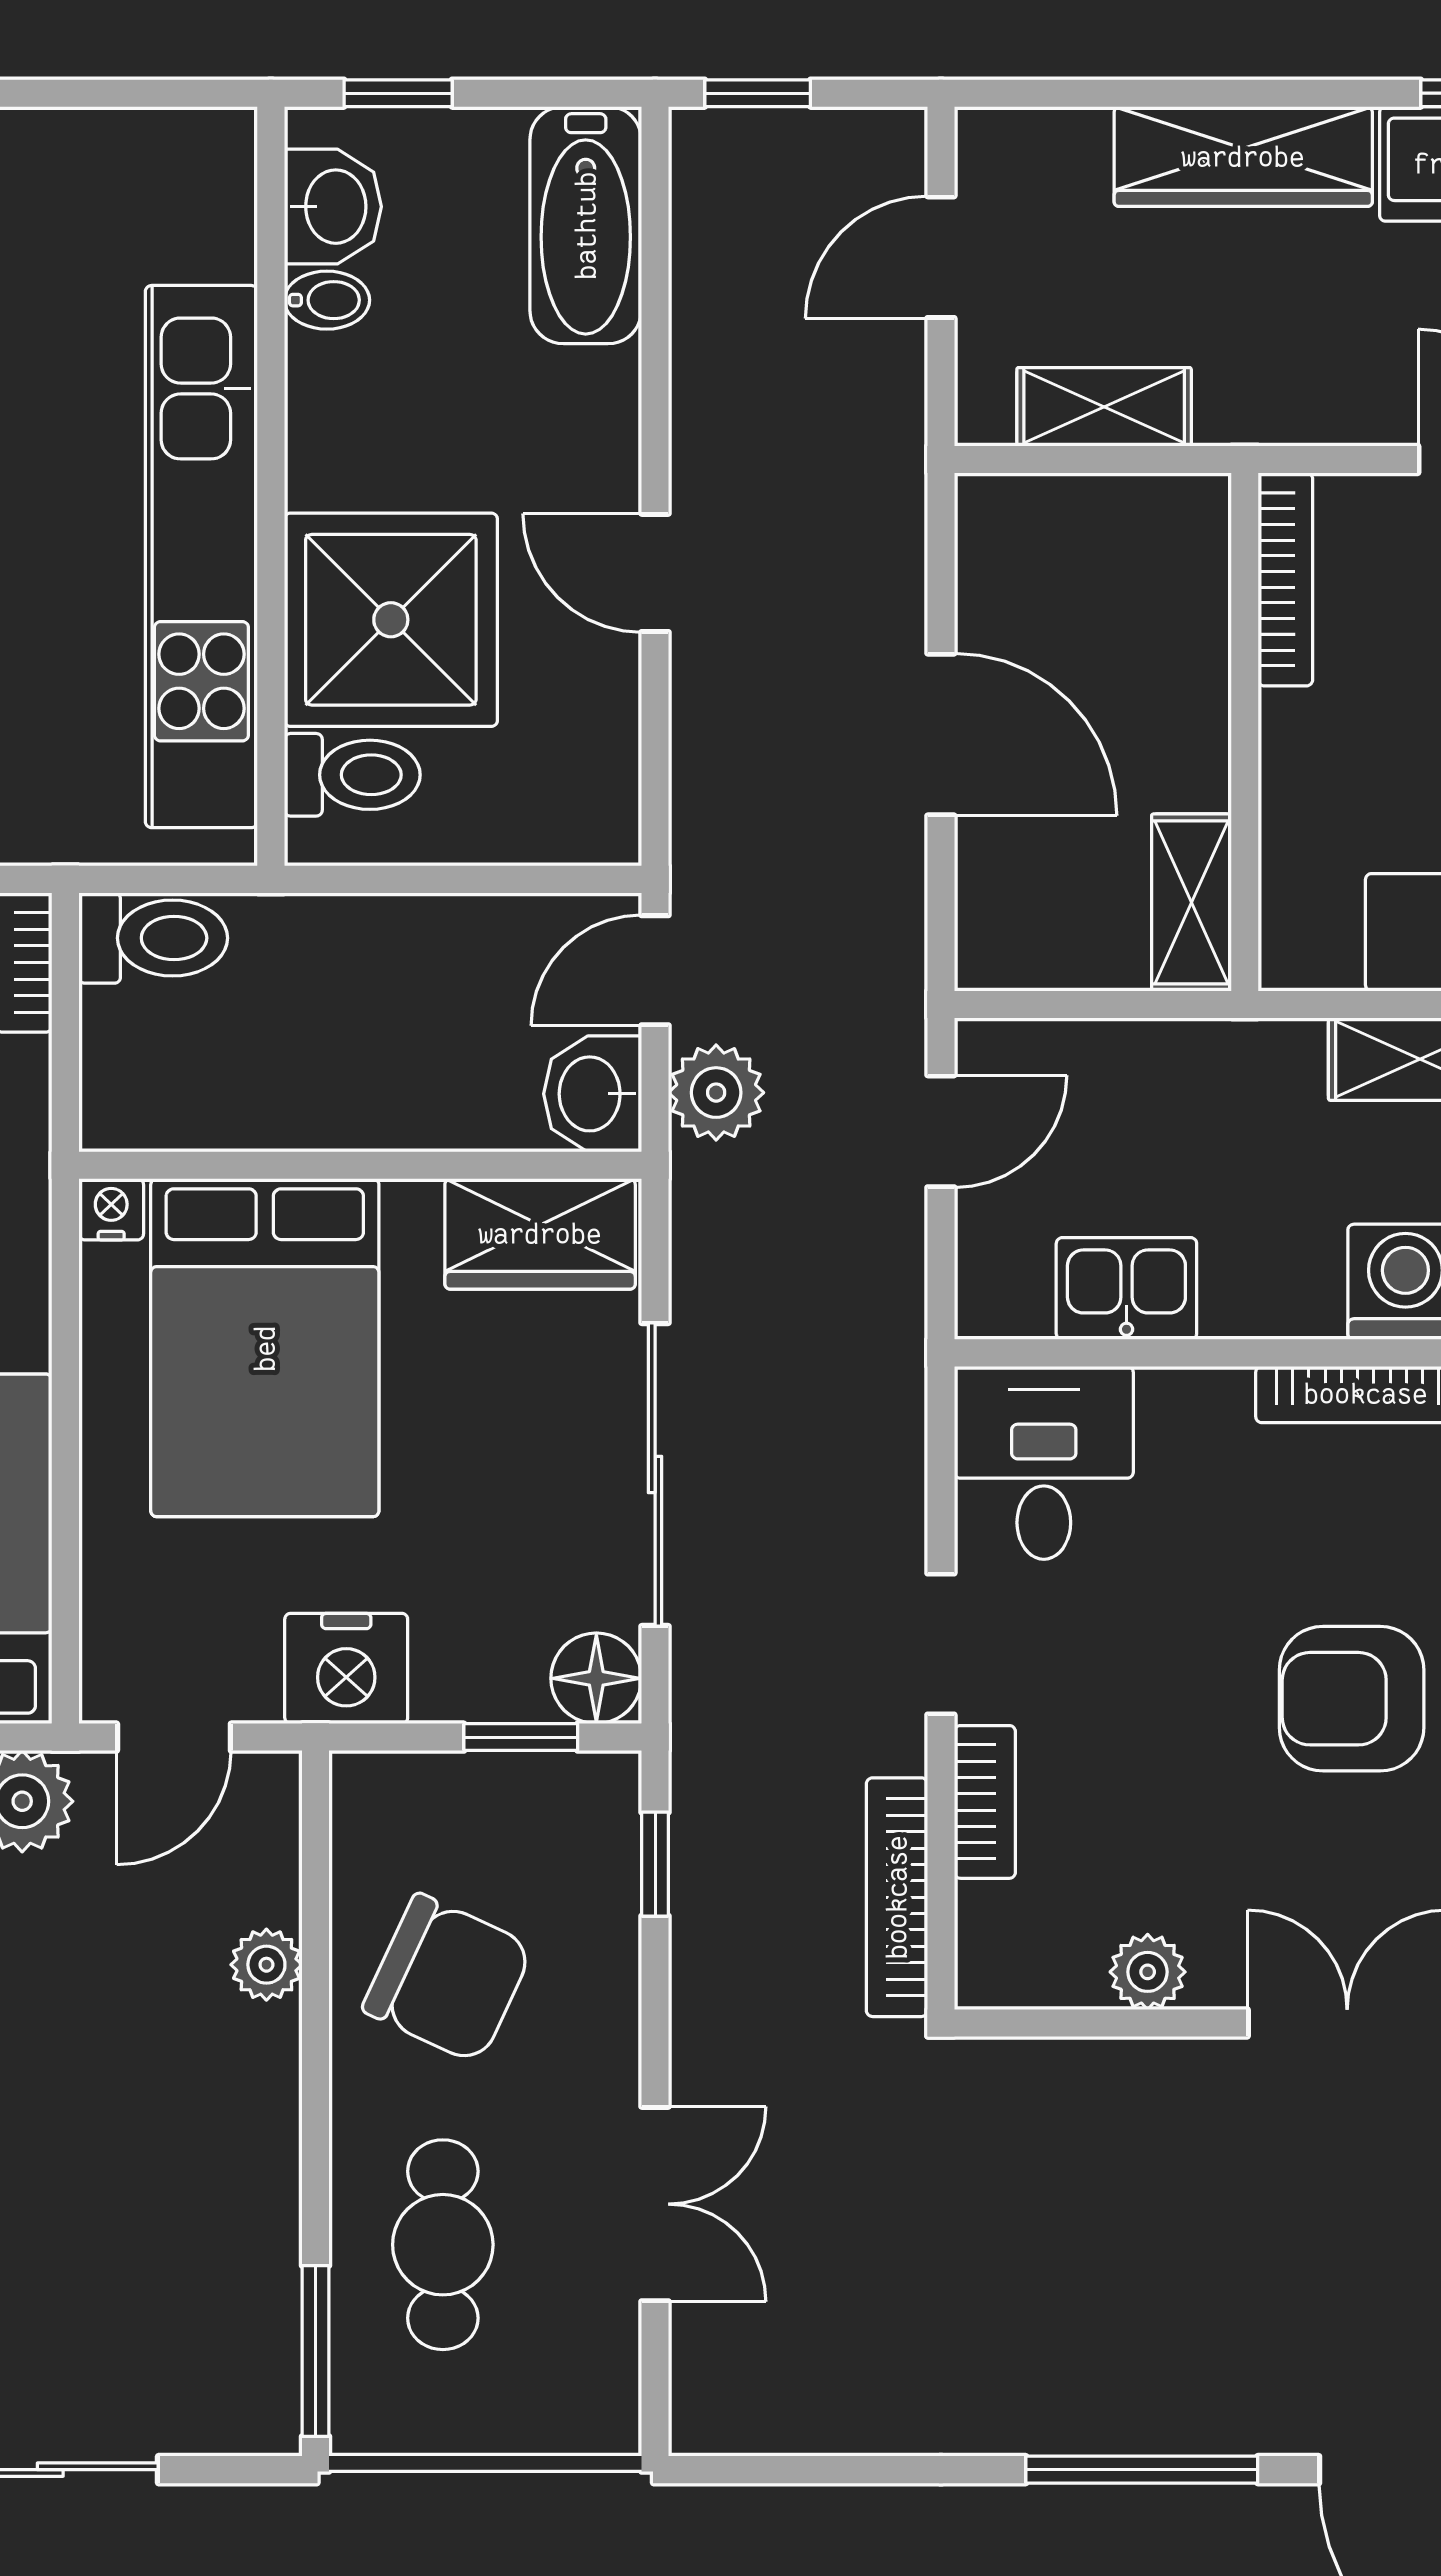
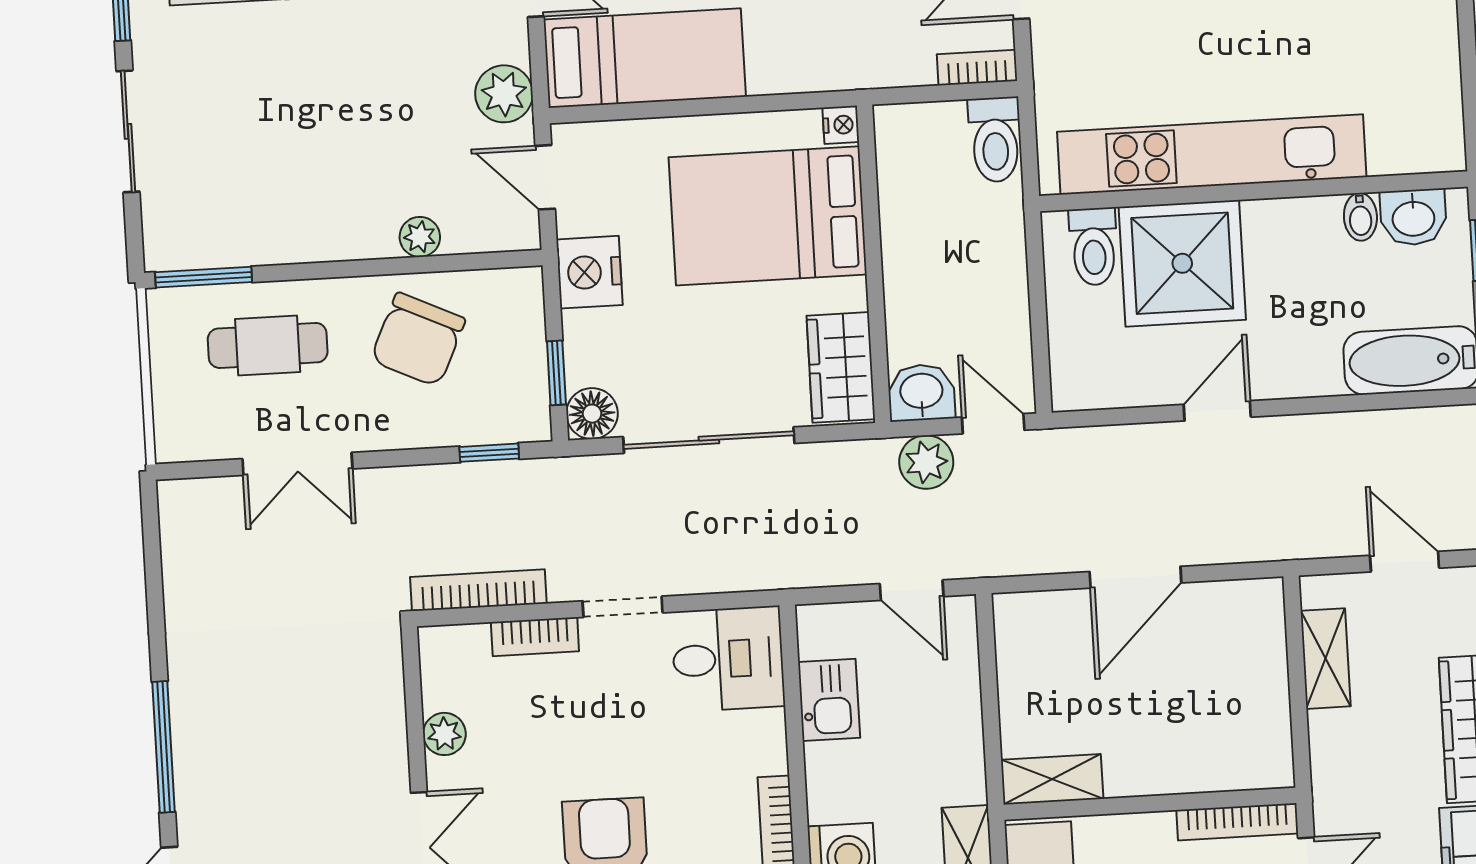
bookcase: (1285, 579) -> (1237, 822), moved
wall: (1245, 732) -> (1150, 804), moved
shelving: (1191, 902) -> (1052, 779), moved

